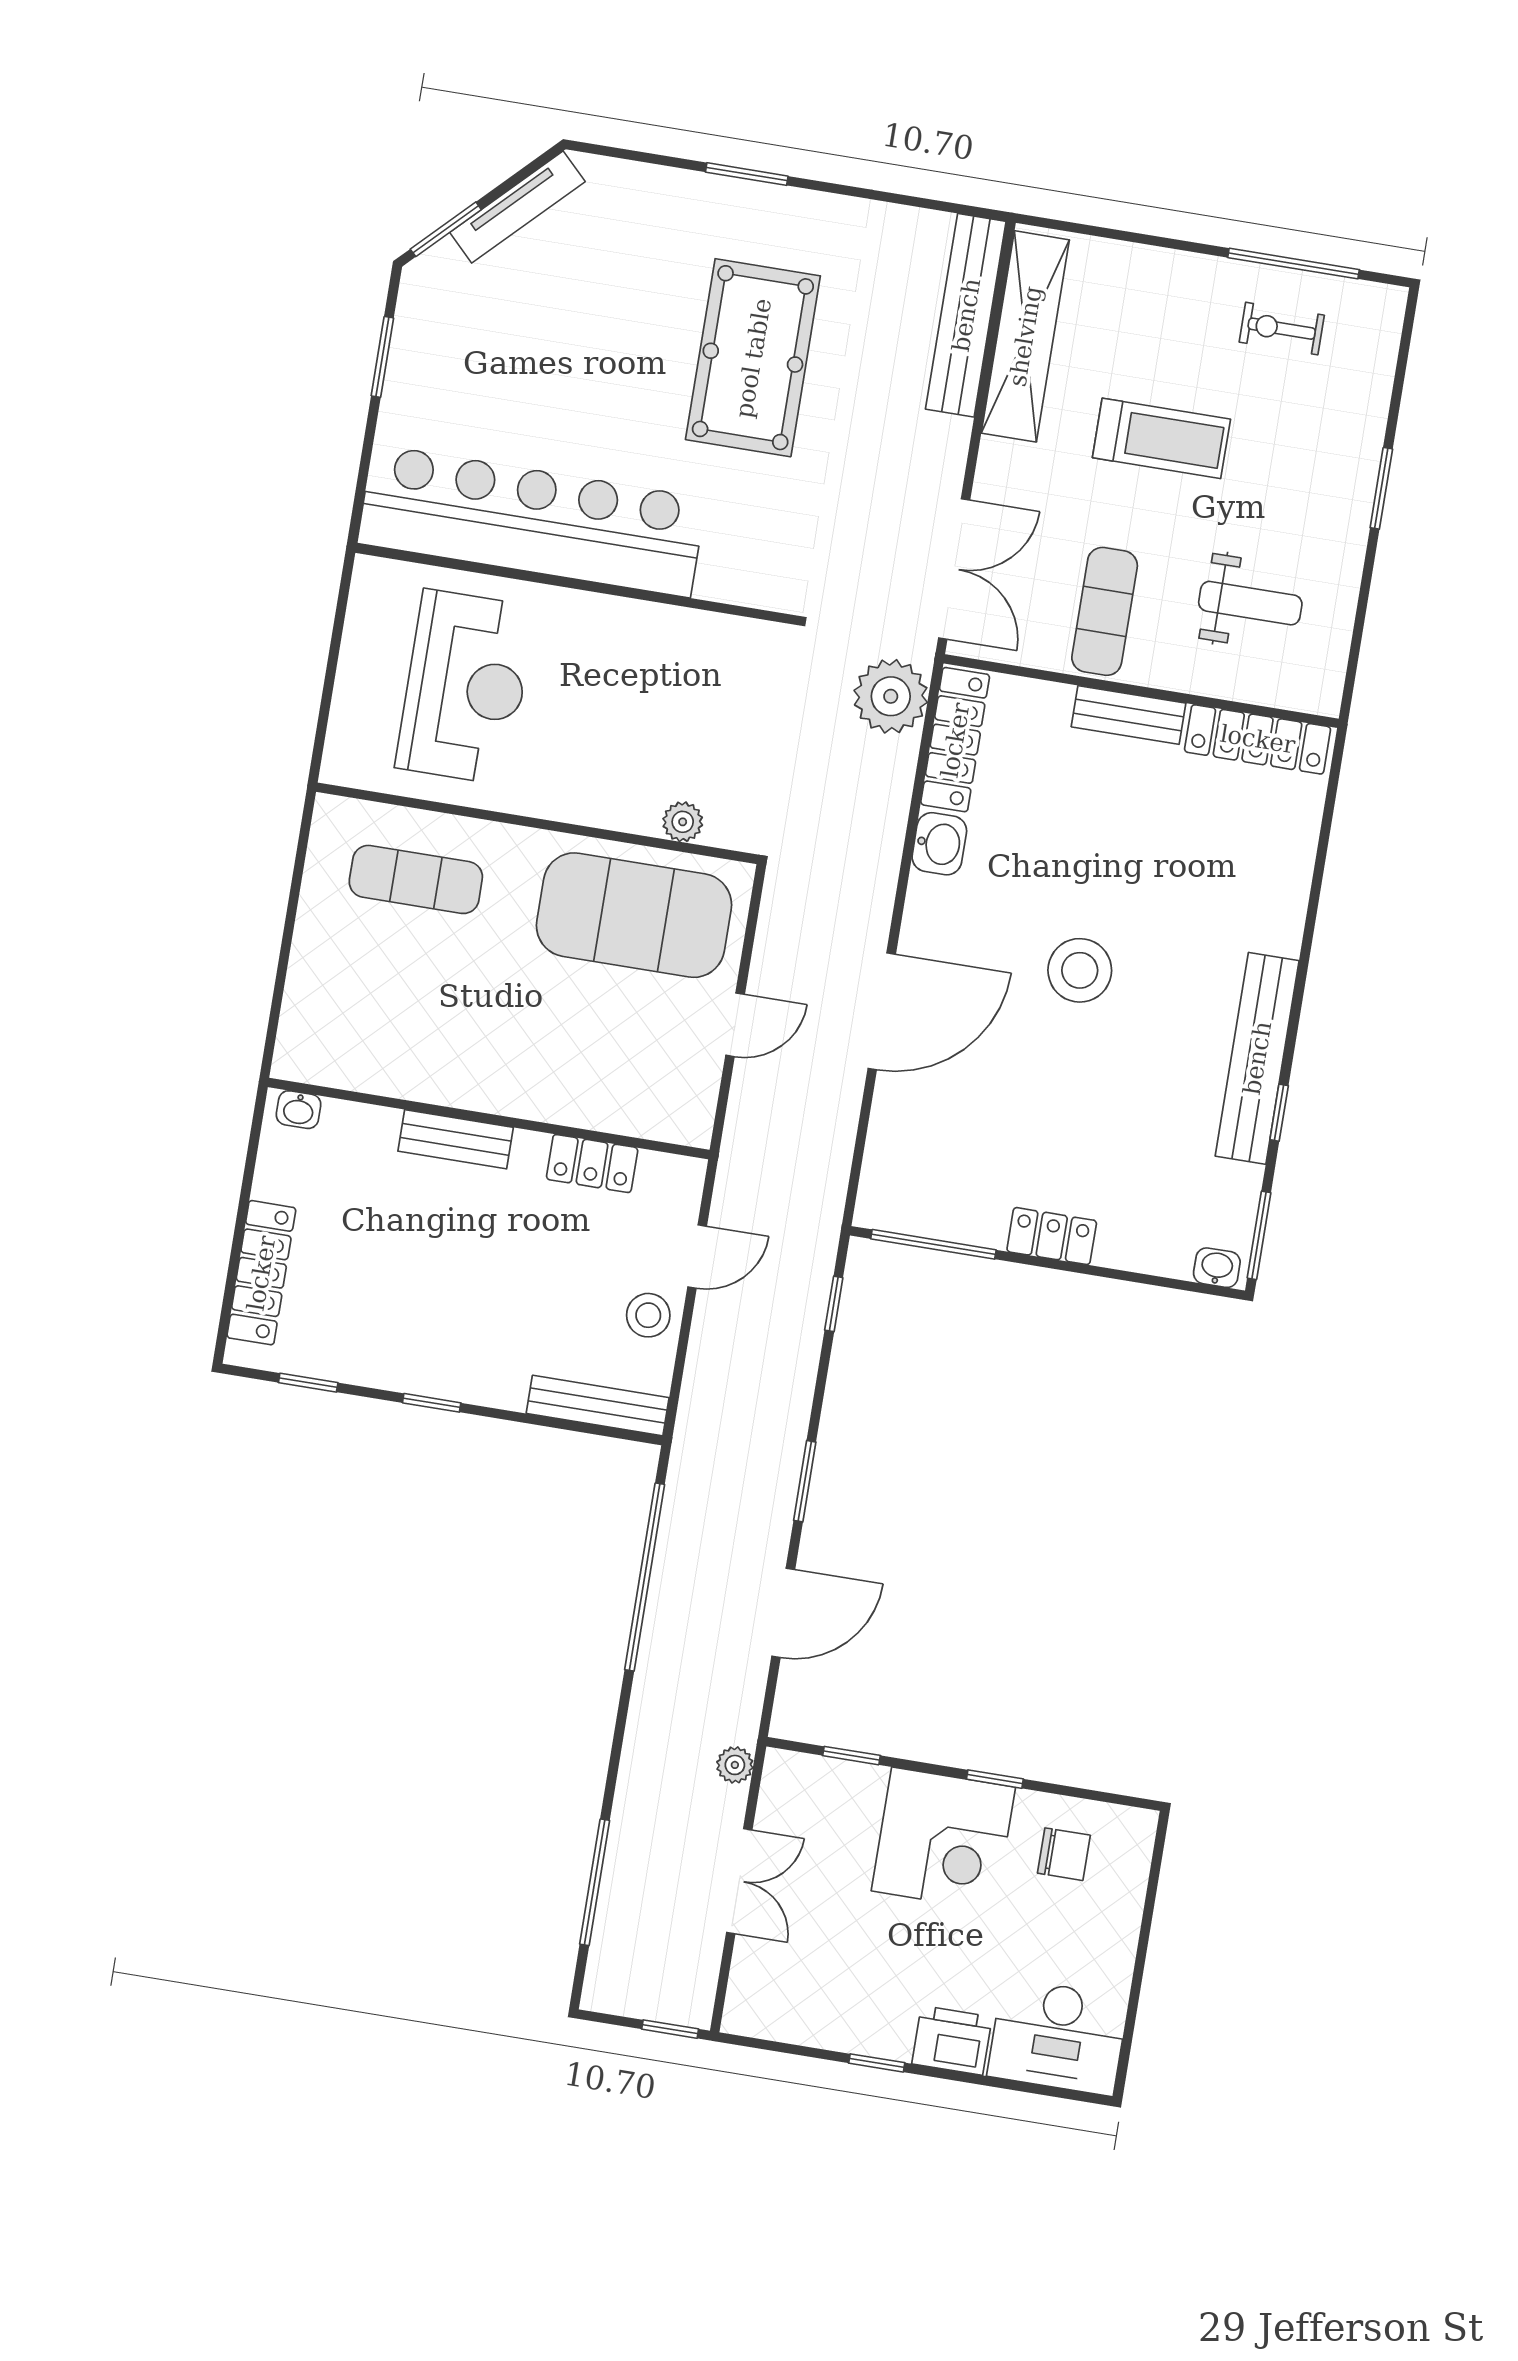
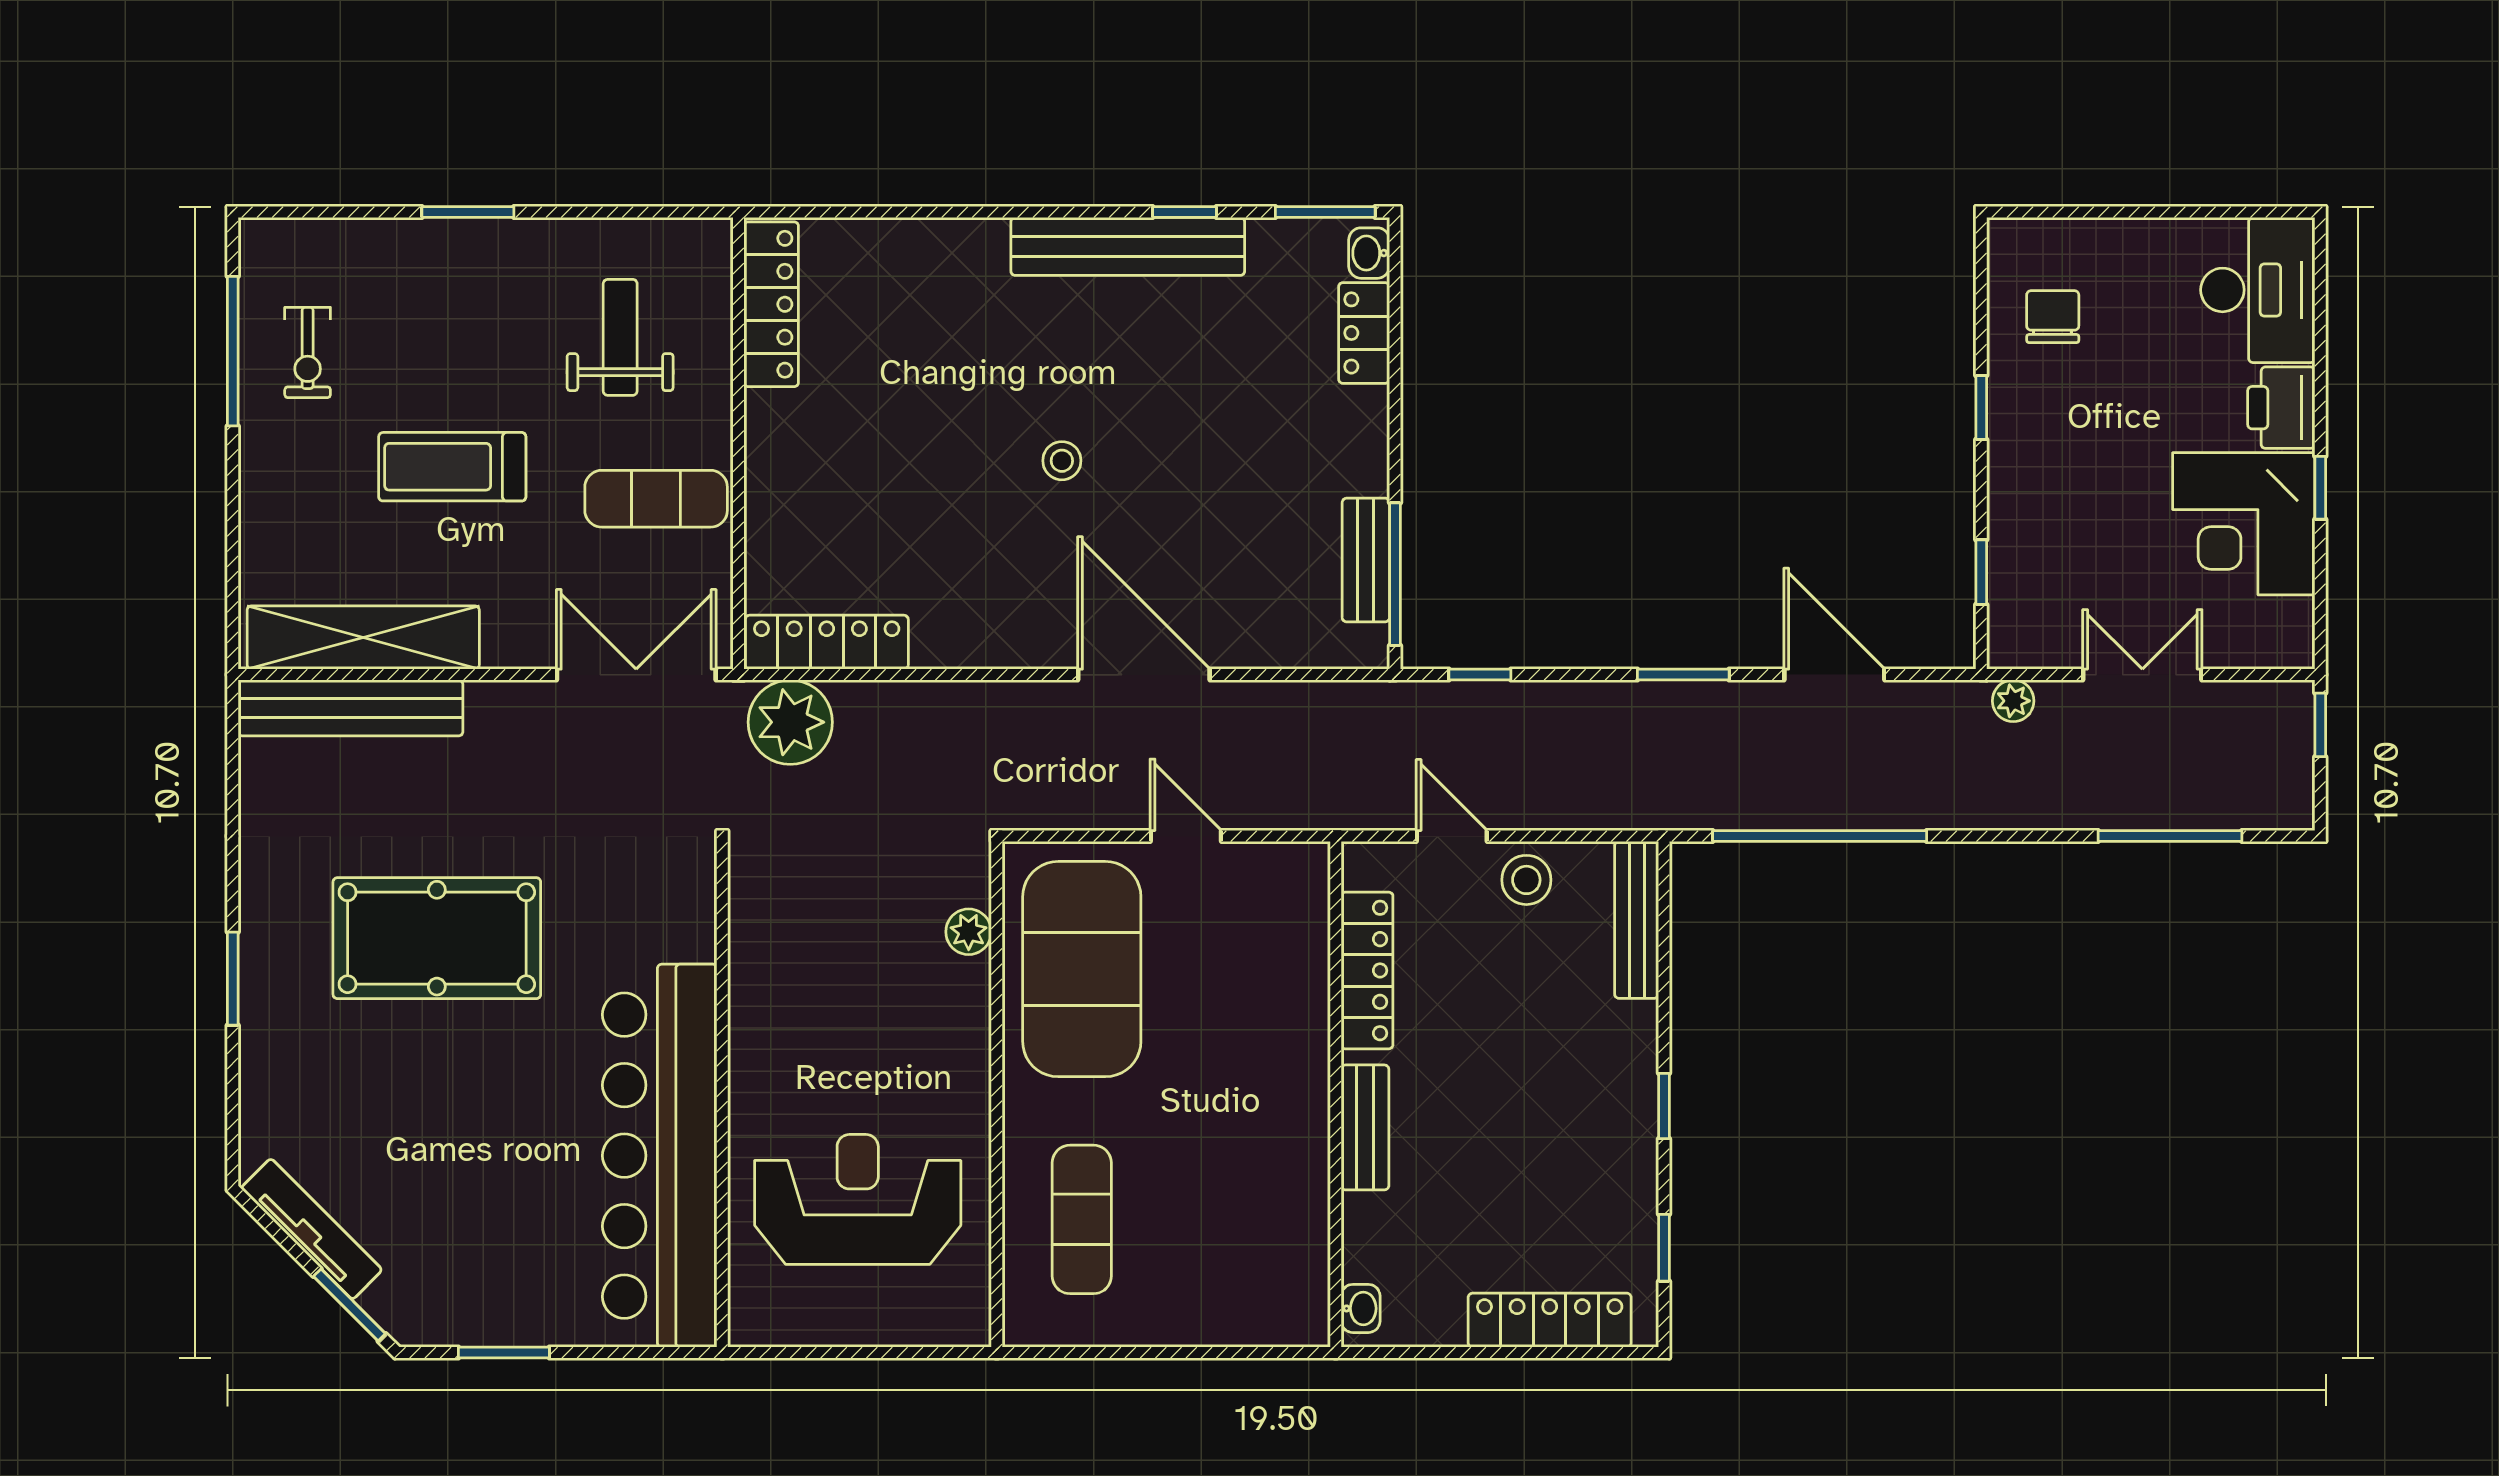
treadmill: (1161, 438) -> (452, 467), turned -90
bench: (1129, 715) -> (1366, 560), moved
washbasin: (939, 844) -> (946, 641), removed
stool: (1080, 970) -> (1062, 461), width x0.53, depth x0.53
locker: (592, 1163) -> (1367, 970), width x1.53
locker: (1052, 1236) -> (1364, 333), moved
corner desk: (943, 1839) -> (2244, 524), moved, turned 180

